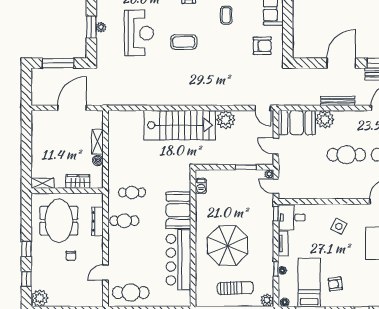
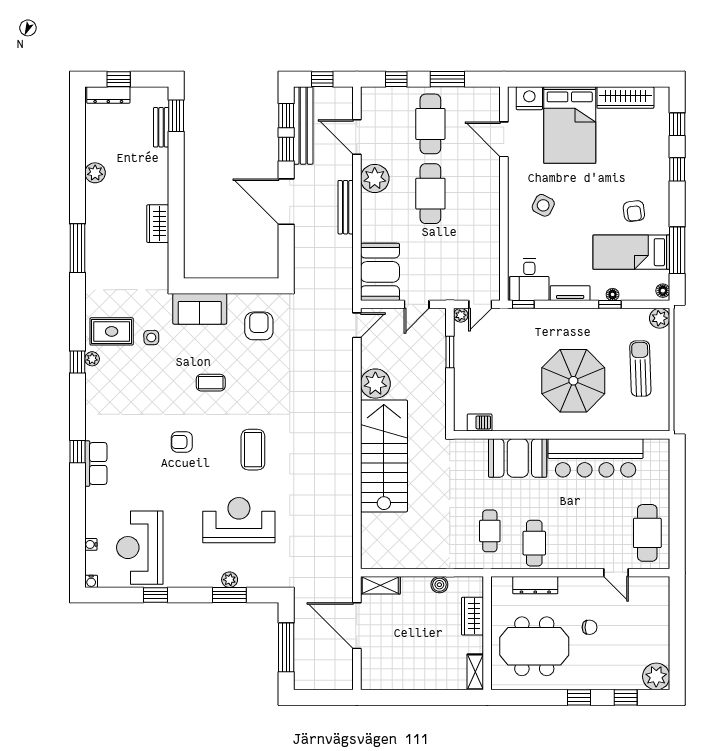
plant: (325, 119) -> (375, 178), moved
shelving: (98, 142) -> (380, 585), moved

